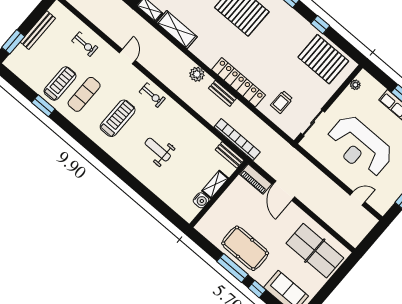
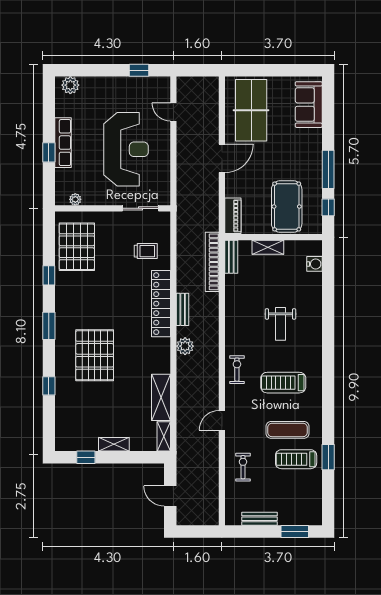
bench: (38, 30) -> (260, 519), width x0.73
door: (284, 191) -> (222, 158), moved
water cooler: (201, 200) -> (314, 264), moved, turned 90
pool table: (245, 248) -> (287, 206), moved
window: (257, 289) -> (328, 207), moved

